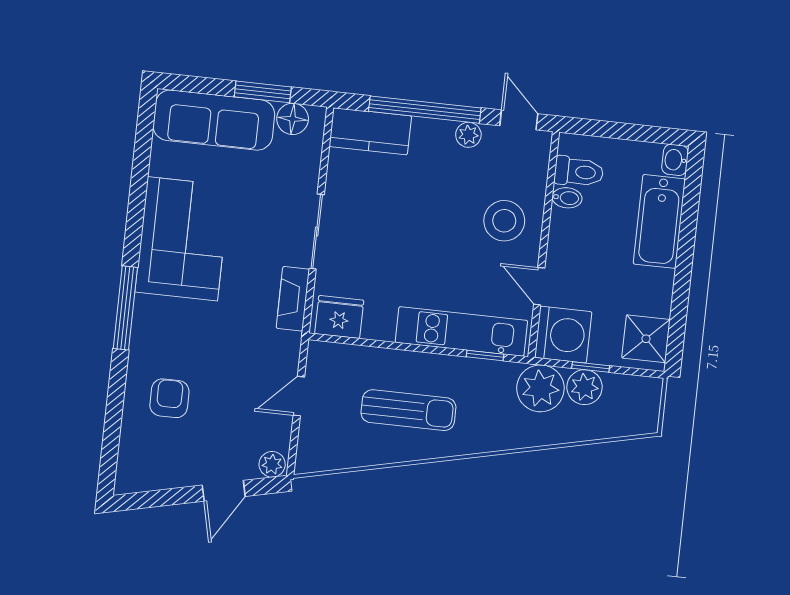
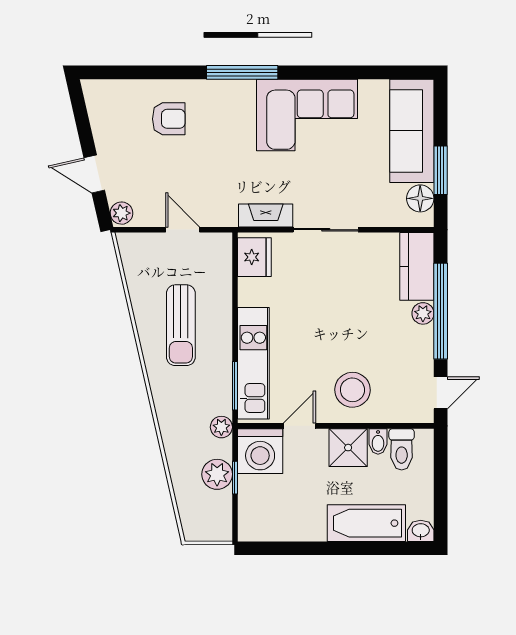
plant: (468, 135) -> (423, 313), moved
shower: (646, 339) -> (348, 448), moved
window: (485, 355) -> (235, 386), width x1.50
plant: (540, 388) -> (221, 427), width x0.53, depth x0.53

